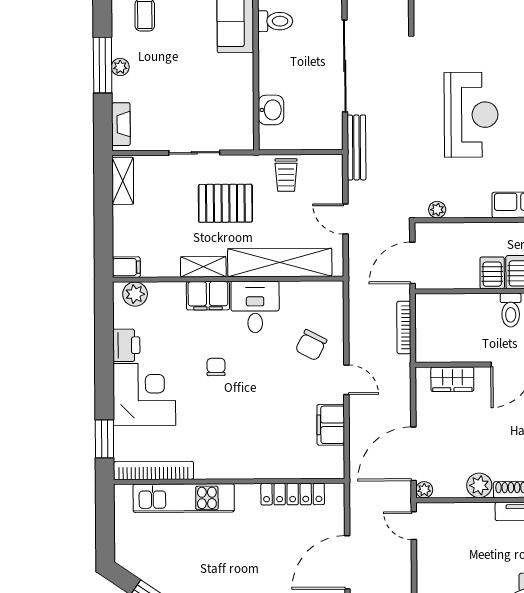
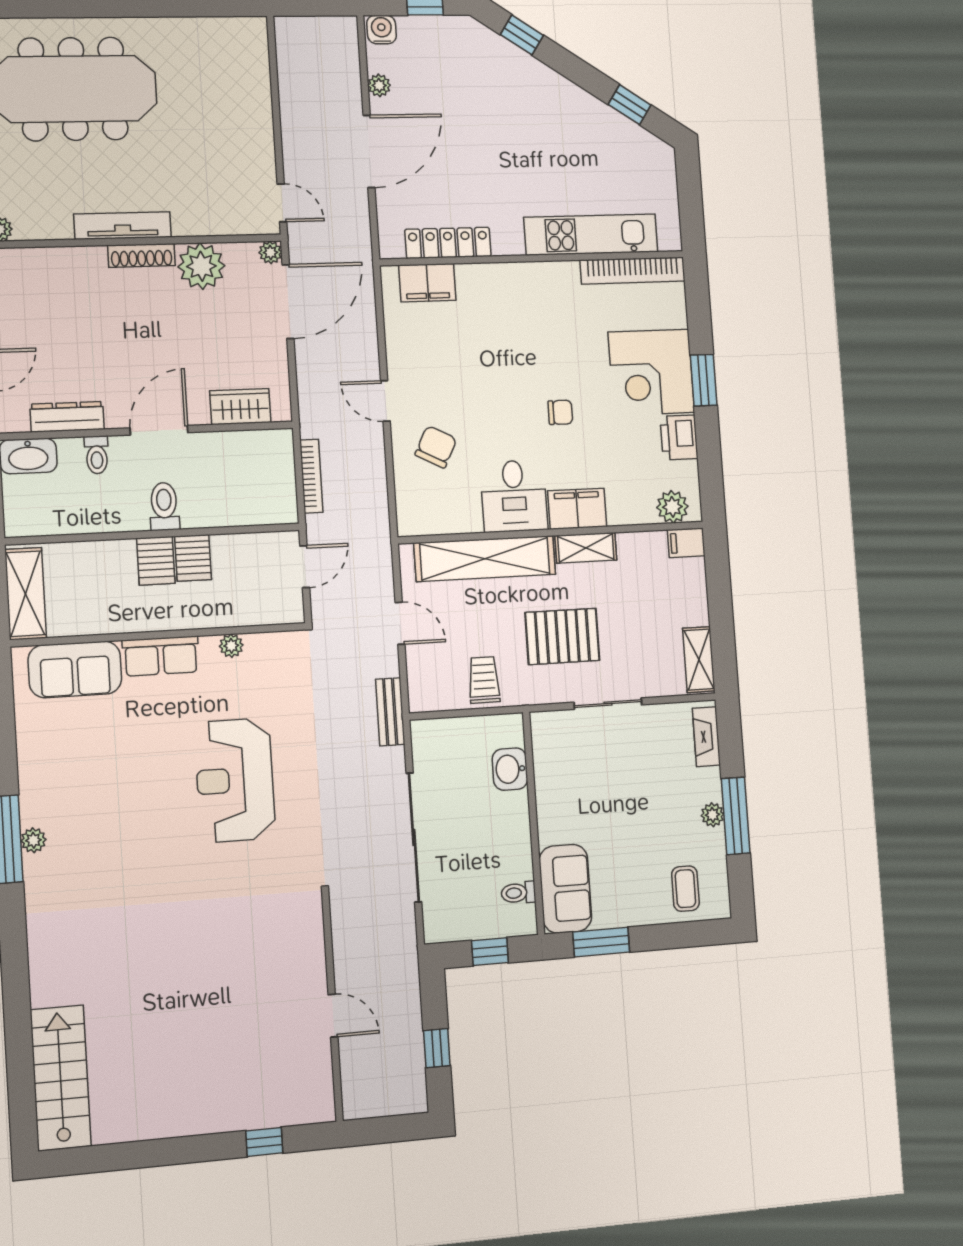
toilet: (275, 21) -> (518, 893), width x0.73, depth x0.72
bench: (357, 147) -> (390, 712), width x0.73
plant: (437, 210) -> (231, 646), moved
door: (412, 263) -> (305, 567), width x0.73
chair: (216, 367) -> (560, 412), turned -90
filing cabinet: (331, 425) -> (427, 283), moved, turned 90
window: (104, 439) -> (704, 380), moved
plant: (479, 485) -> (201, 266), width x1.36, depth x1.36

